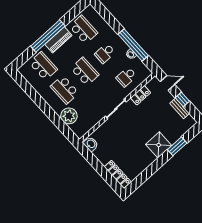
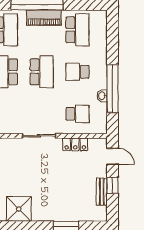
school desk: (126, 77) -> (78, 114), turned 180
shower: (159, 145) -> (19, 209), moved

